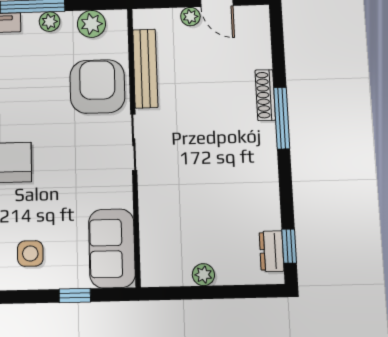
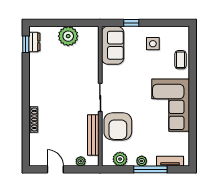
plant: (190, 17) -> (81, 161), moved
window: (282, 118) -> (26, 108), removed
plant: (203, 275) -> (68, 36), width x1.88, depth x1.88

